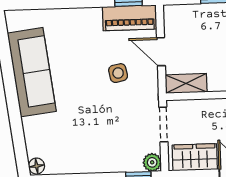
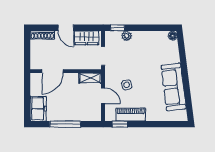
piano: (130, 18) -> (131, 115), moved
plant: (152, 162) -> (127, 36), moved

